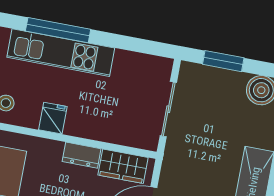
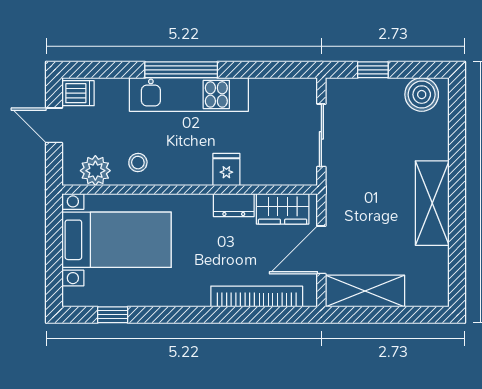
window: (223, 61) -> (373, 70), width x0.67
fridge: (53, 118) -> (226, 170), moved

